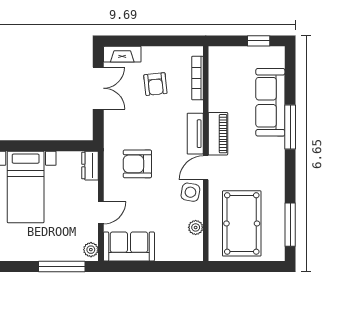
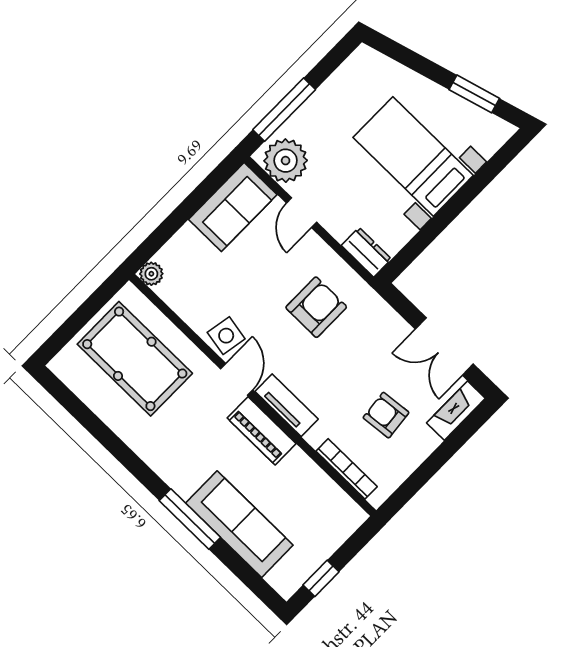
window: (290, 225) -> (80, 412), removed
plant: (196, 227) -> (151, 274), moved
plant: (91, 250) -> (286, 161), width x1.88, depth x1.88

